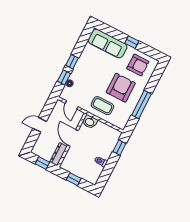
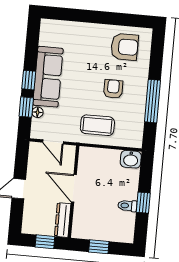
window: (132, 42) -> (103, 18), removed
sofa: (108, 44) -> (48, 77), moved, turned -90
armchair: (121, 88) -> (113, 89), width x0.53, depth x0.53
washbasin: (90, 122) -> (131, 159), moved
window: (119, 148) -> (143, 203), moved

